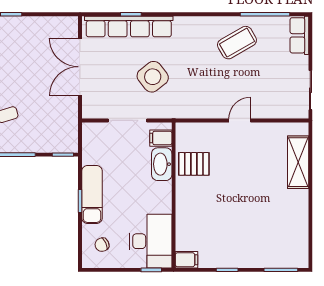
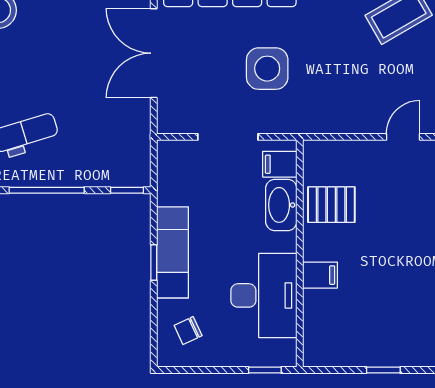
side table: (153, 77) -> (267, 69), turned 38
desk: (151, 241) -> (264, 295), moved
filing cabinet: (187, 260) -> (320, 275), moved

